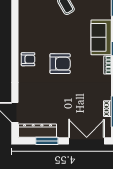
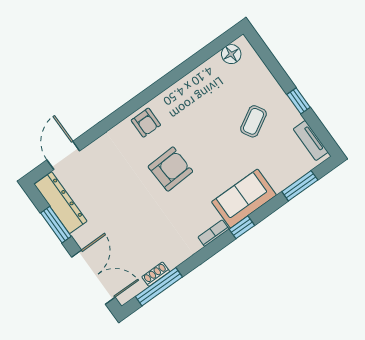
armchair: (60, 64) -> (170, 169), turned -93

